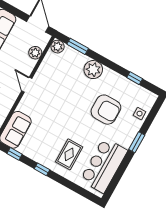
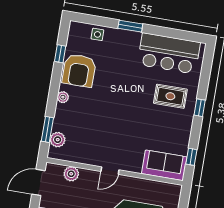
plant: (58, 47) -> (58, 140), moved
plant: (93, 70) -> (63, 97), width x0.53, depth x0.53
armchair: (106, 110) -> (79, 71), moved, turned 180
window: (42, 169) -> (200, 108), moved

